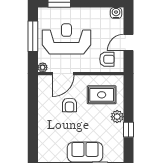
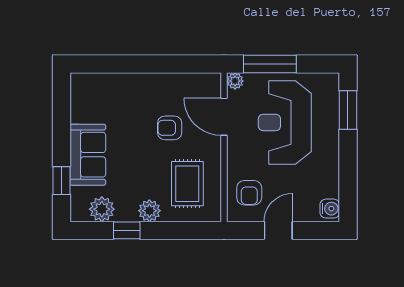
window: (33, 36) -> (270, 64), moved
reception desk: (66, 39) -> (285, 122), turned 180
door: (129, 43) -> (278, 230), hinge flipped
plant: (116, 144) -> (102, 209), added

